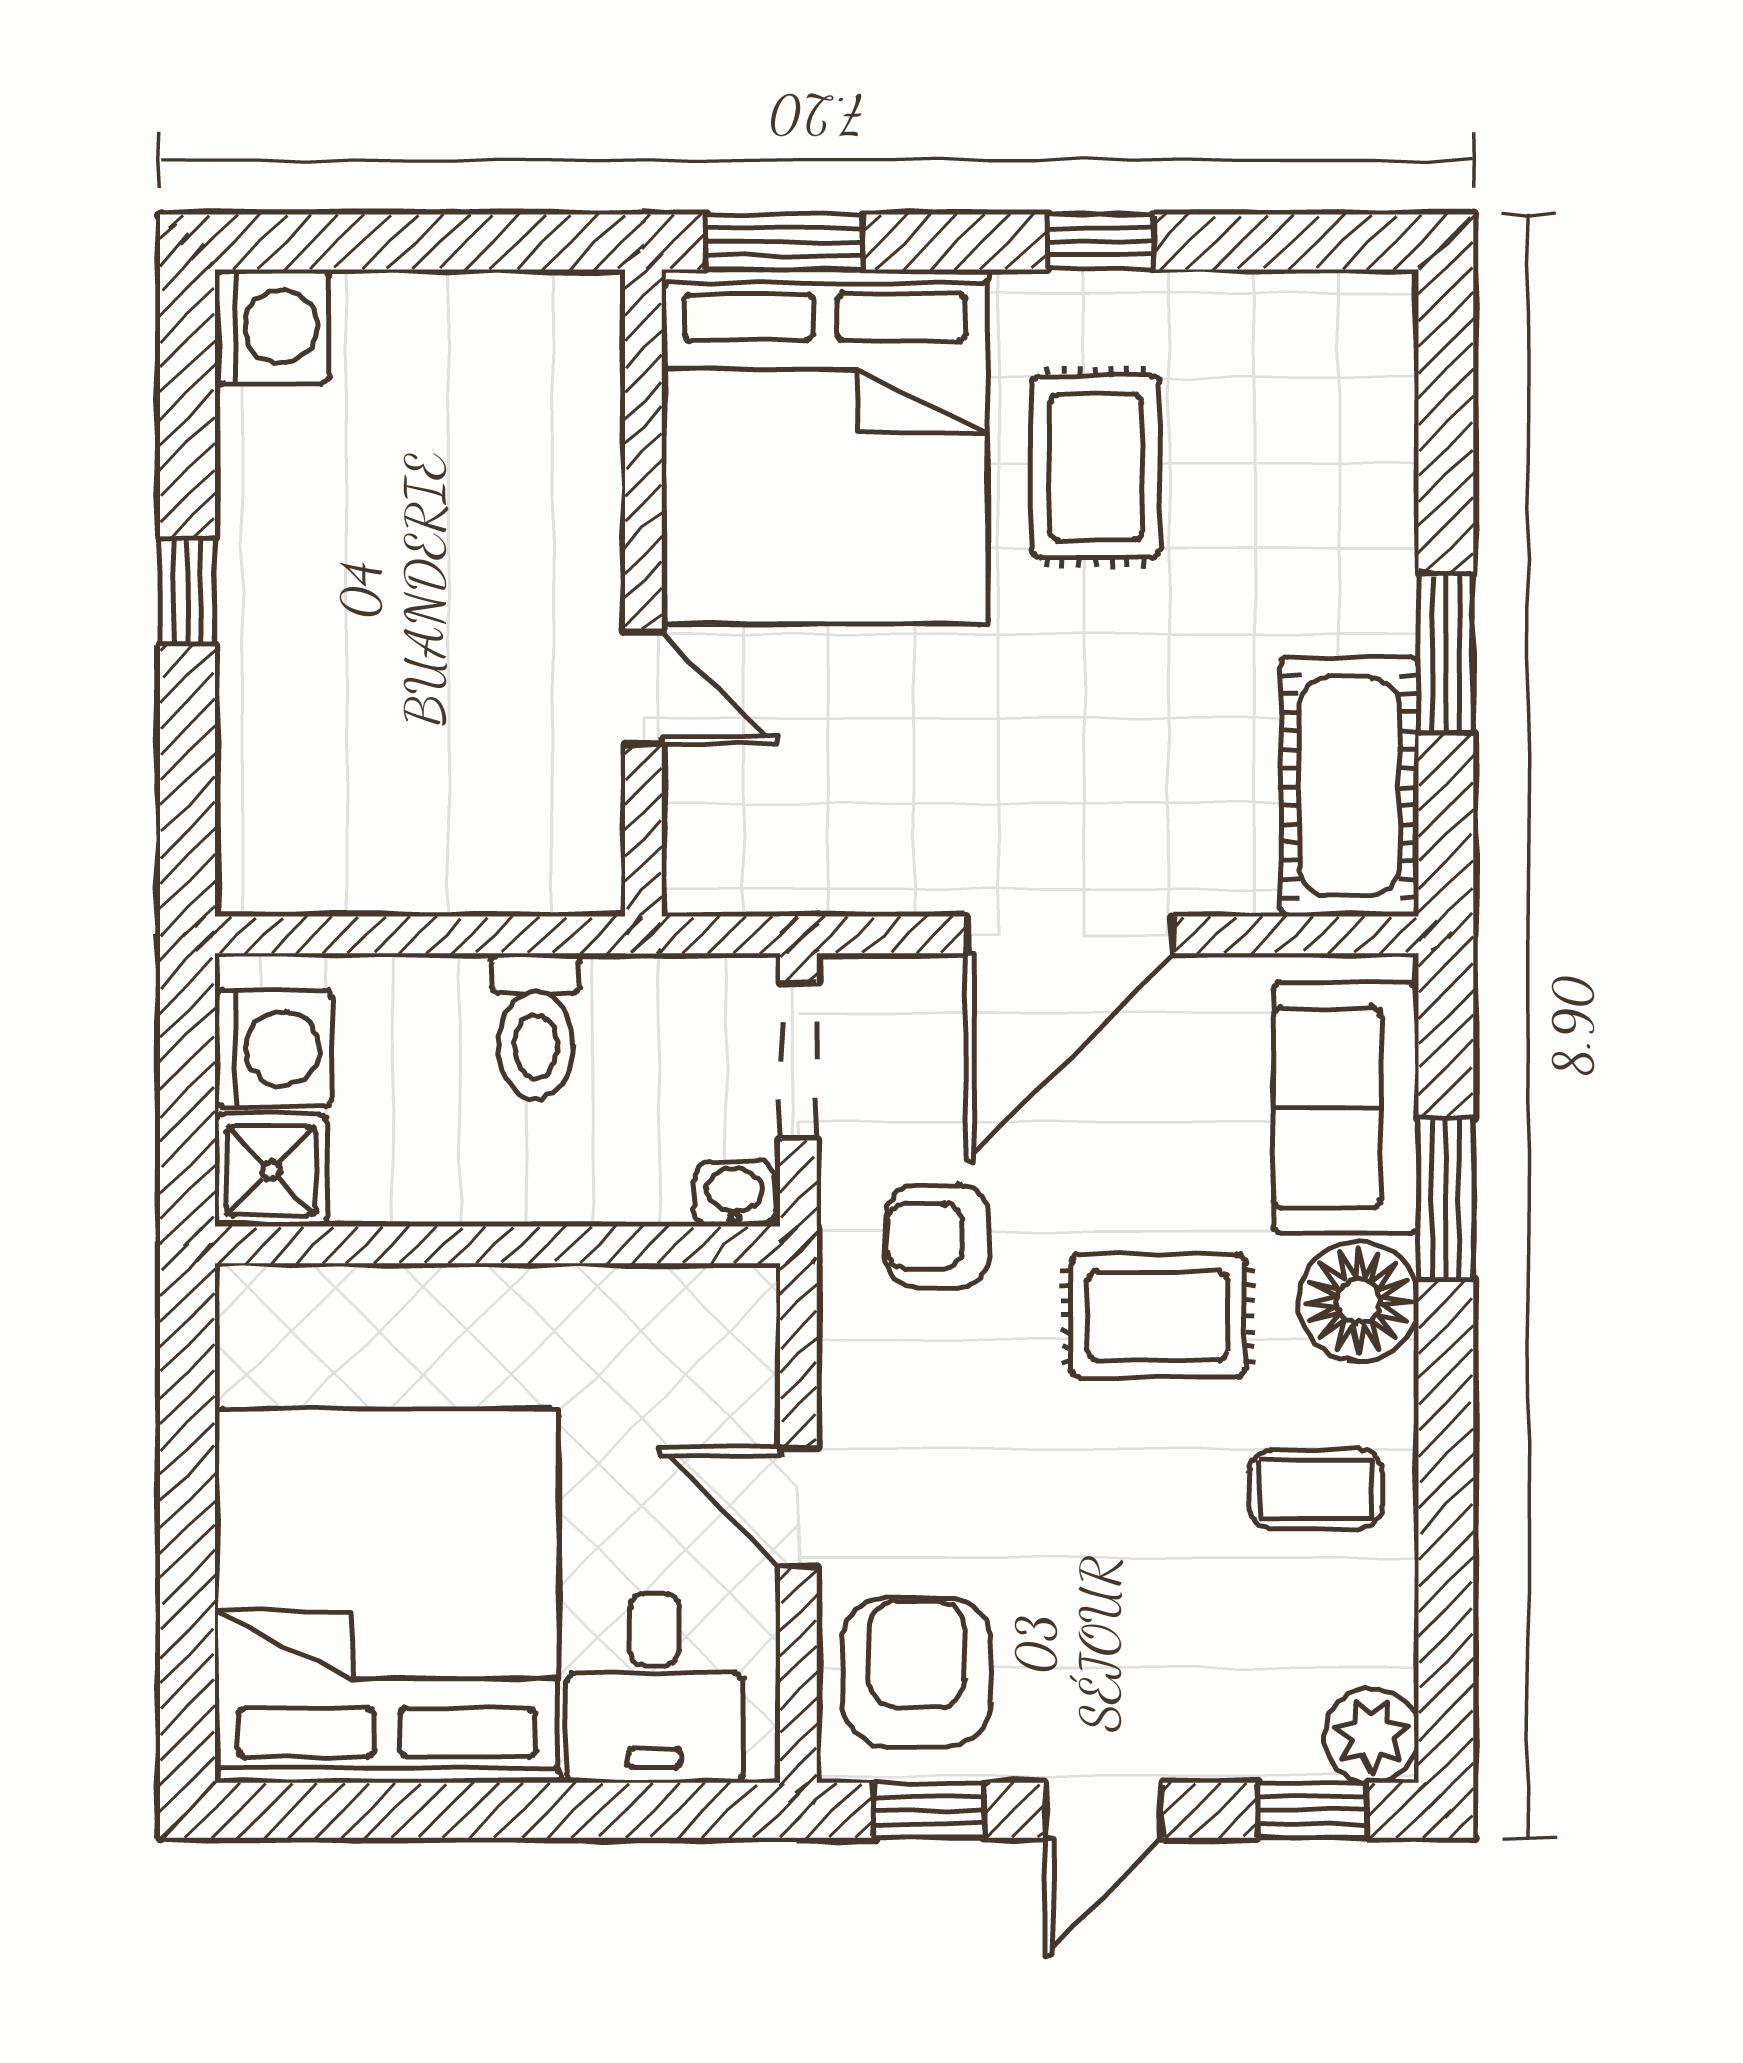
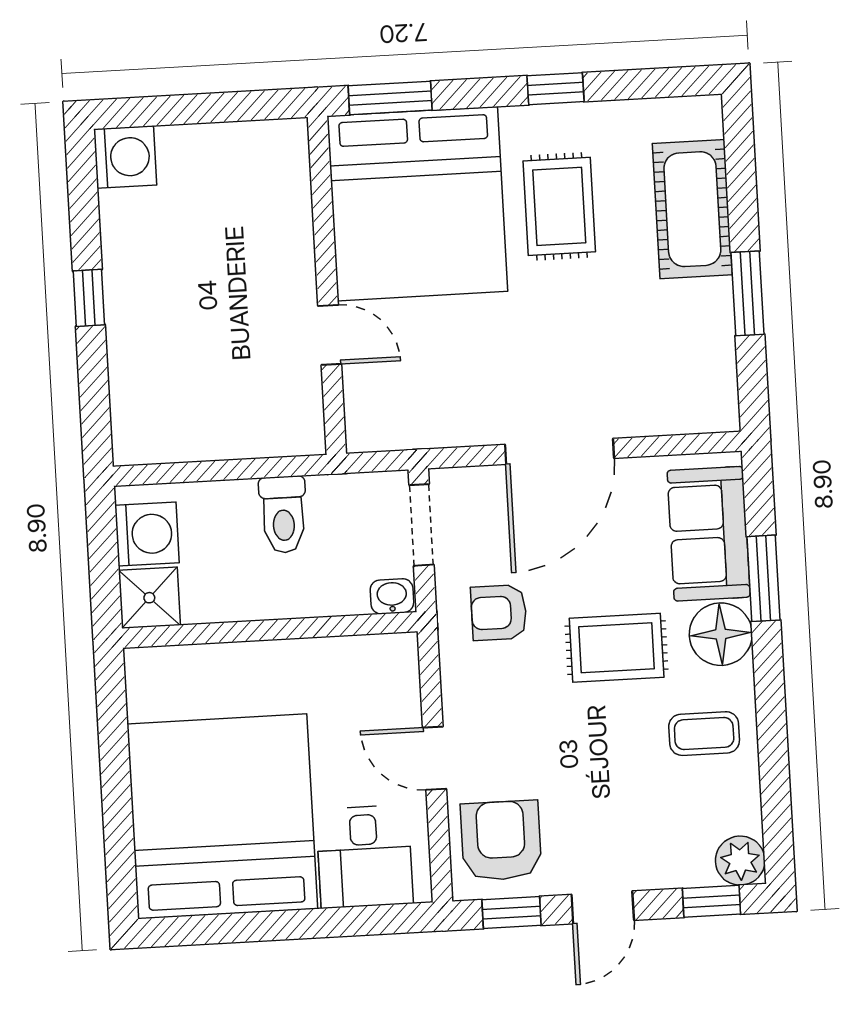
cot: (1349, 787) -> (692, 209), moved

